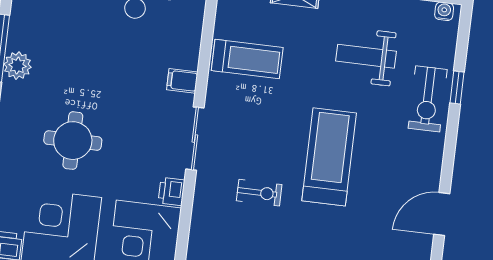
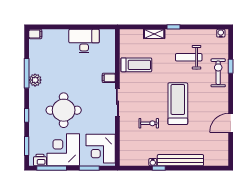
exercise bike: (428, 99) -> (218, 73), turned 180
round table: (73, 141) -> (64, 110), width x1.36, depth x1.36
printer: (171, 191) -> (110, 127), removed

